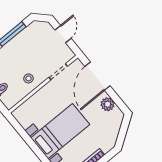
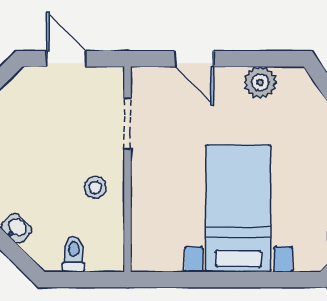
door: (98, 76) -> (194, 59), width x0.53

